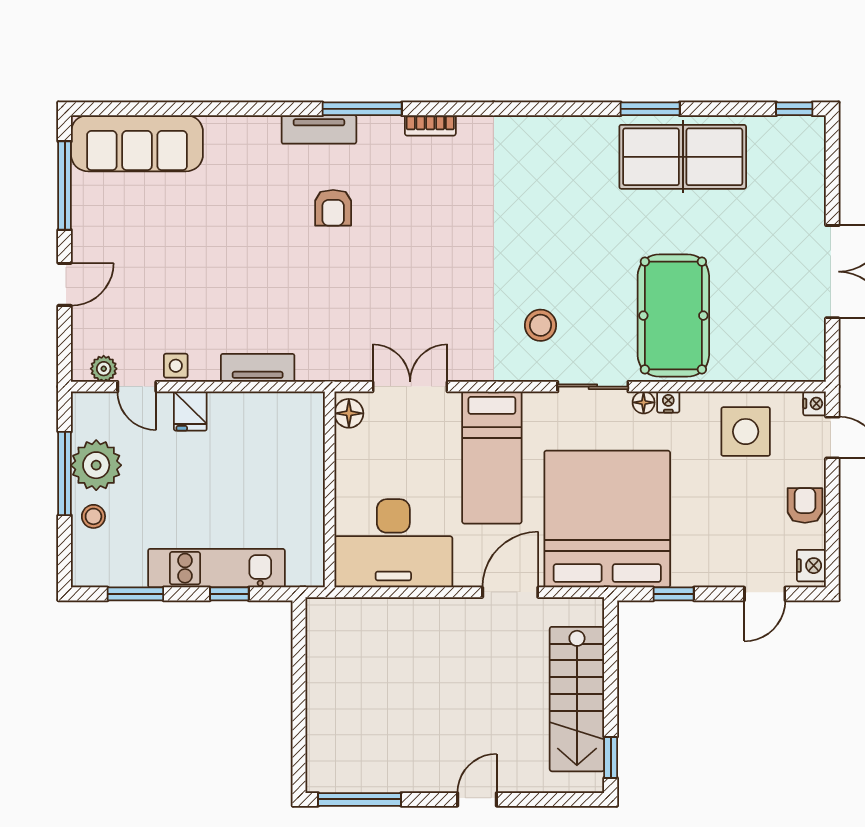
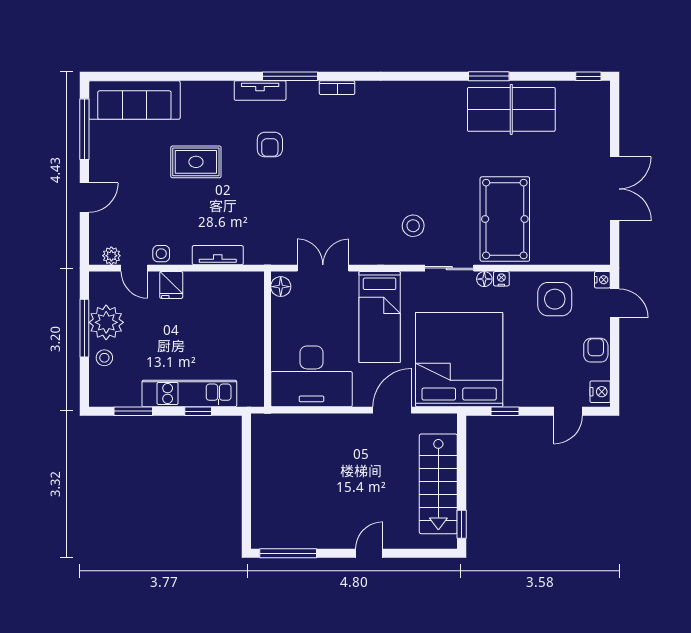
rug: (226, 233) -> (196, 162), added

